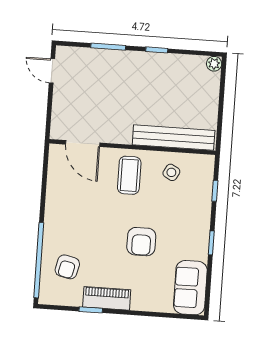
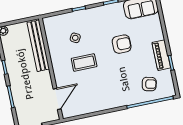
bench: (174, 138) -> (38, 46), moved
door: (83, 144) -> (57, 99), moved
wall: (132, 147) -> (51, 69), moved

